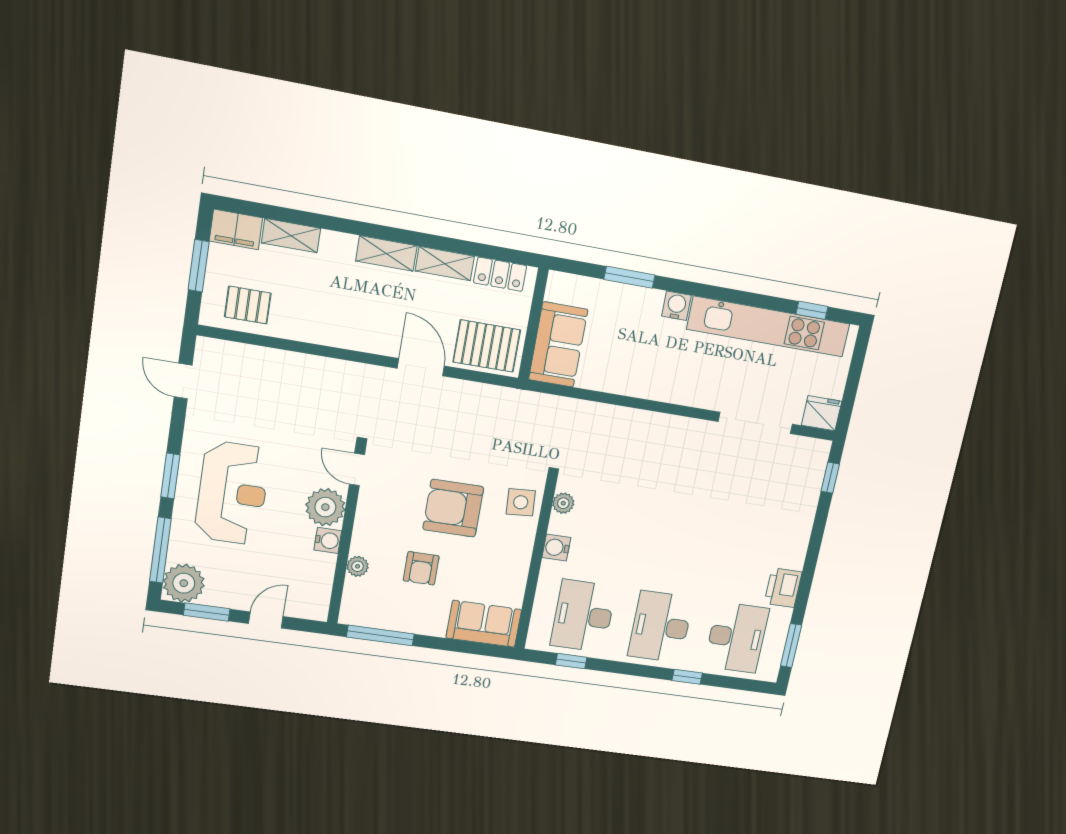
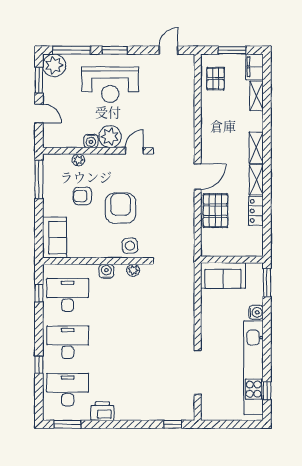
wall: (533, 324) -> (232, 260), moved
sofa: (558, 345) -> (223, 275), moved
fridge: (822, 413) -> (210, 410), removed
desk: (737, 637) -> (68, 390), turned 180

